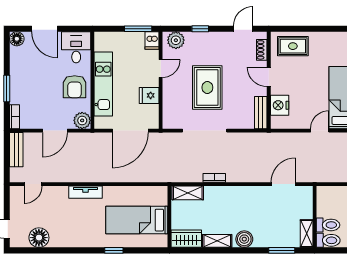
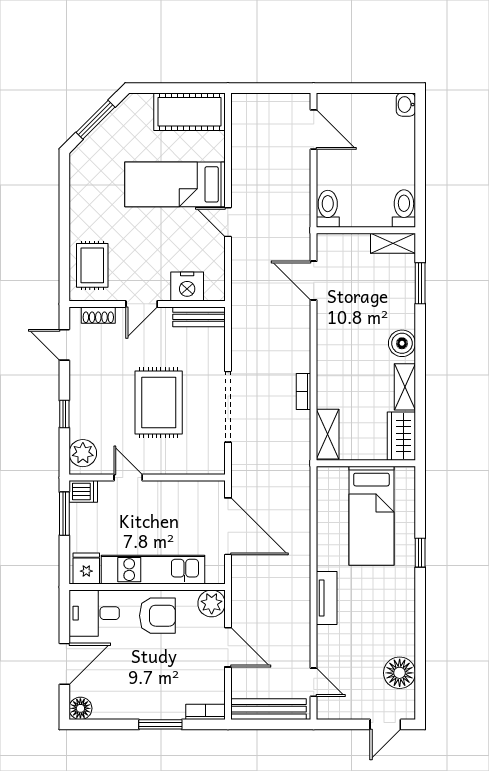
rug: (207, 88) -> (159, 403), turned 90
fridge: (149, 95) -> (86, 569), moved, turned 180
bench: (16, 150) -> (268, 709), width x1.36
toilet: (328, 225) -> (328, 209), moved

